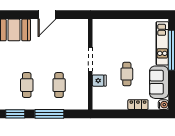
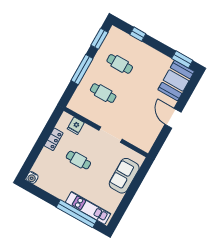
fridge: (99, 81) -> (76, 126), moved
sofa: (159, 82) -> (124, 176), moved, turned -90
locker: (138, 105) -> (54, 139), moved

